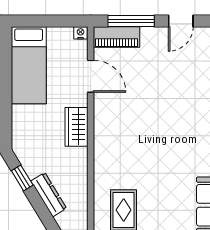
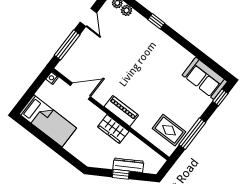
piano: (117, 37) -> (121, 111), moved, turned -90
wardrobe: (76, 127) -> (113, 129), moved
window: (22, 178) -> (121, 174), moved

